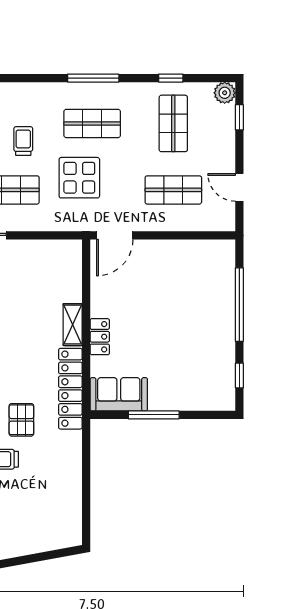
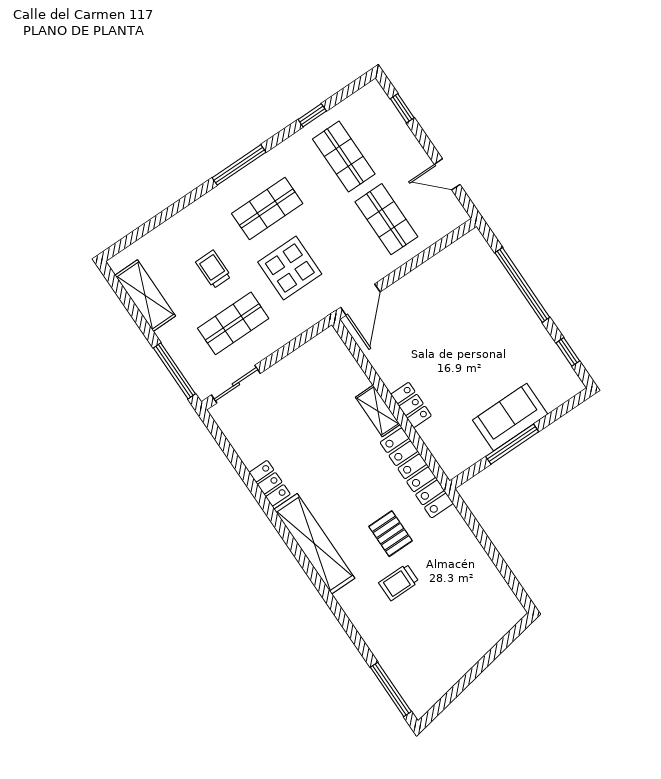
plant: (225, 93) -> (373, 95), removed
shop shelf: (173, 190) -> (386, 219), turned 90
sofa: (119, 394) -> (510, 417), moved

